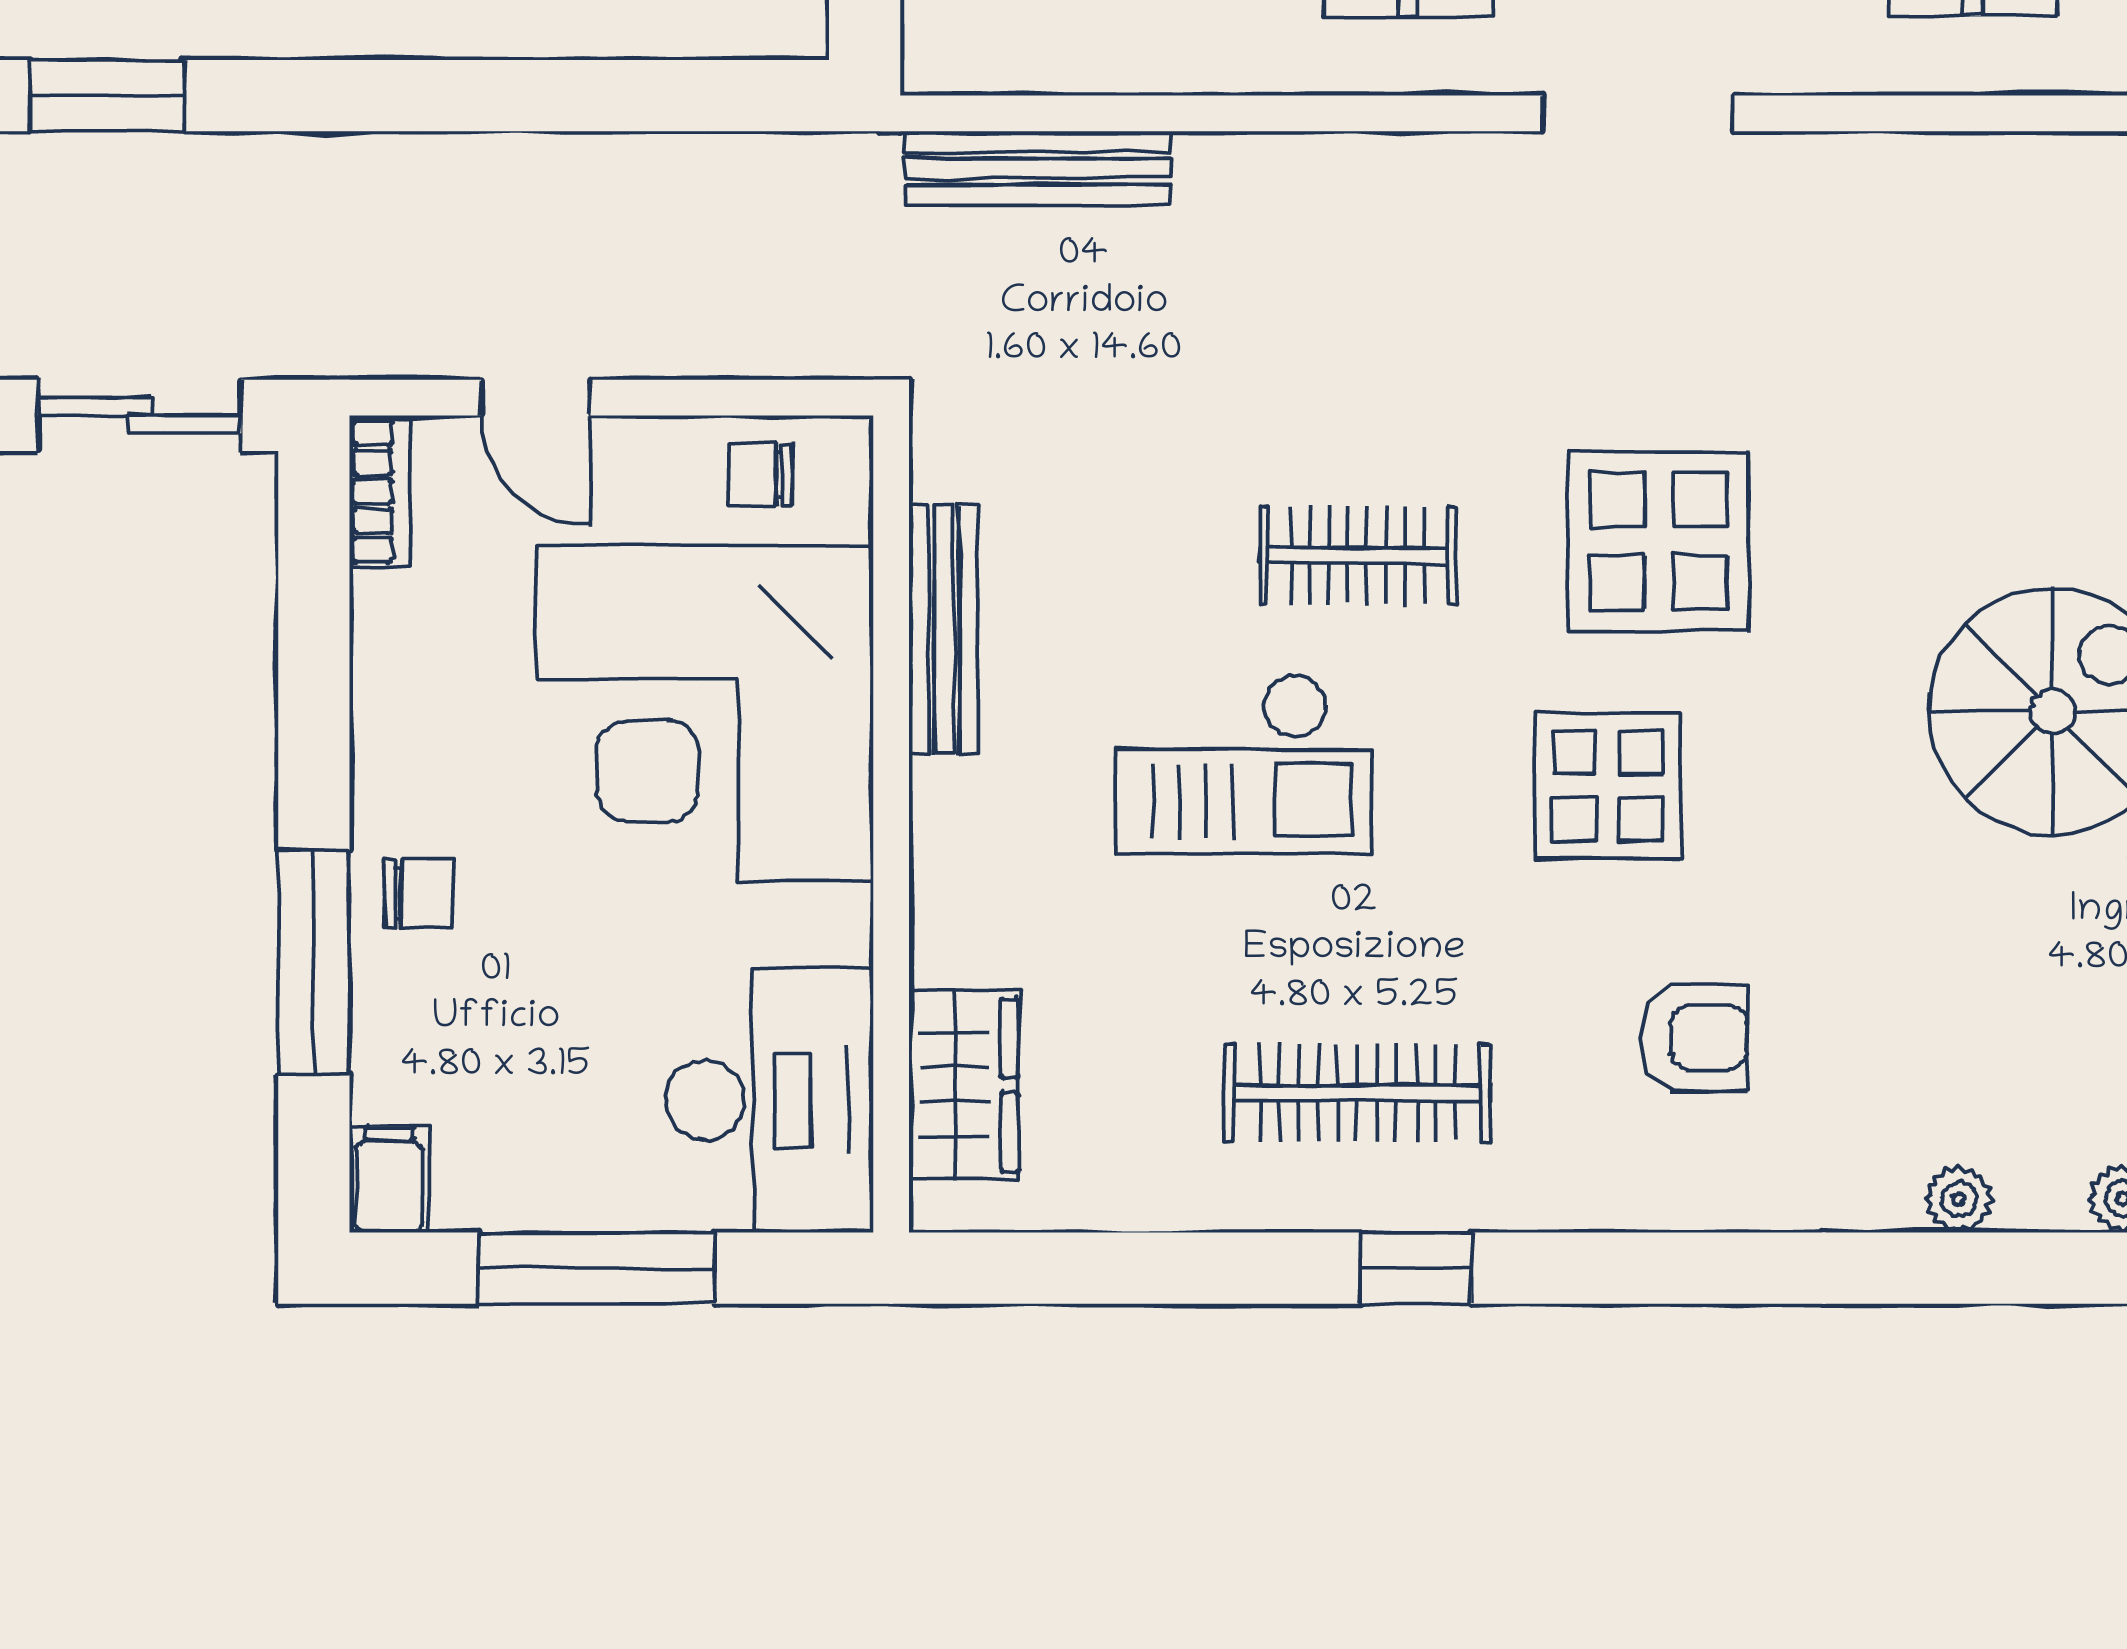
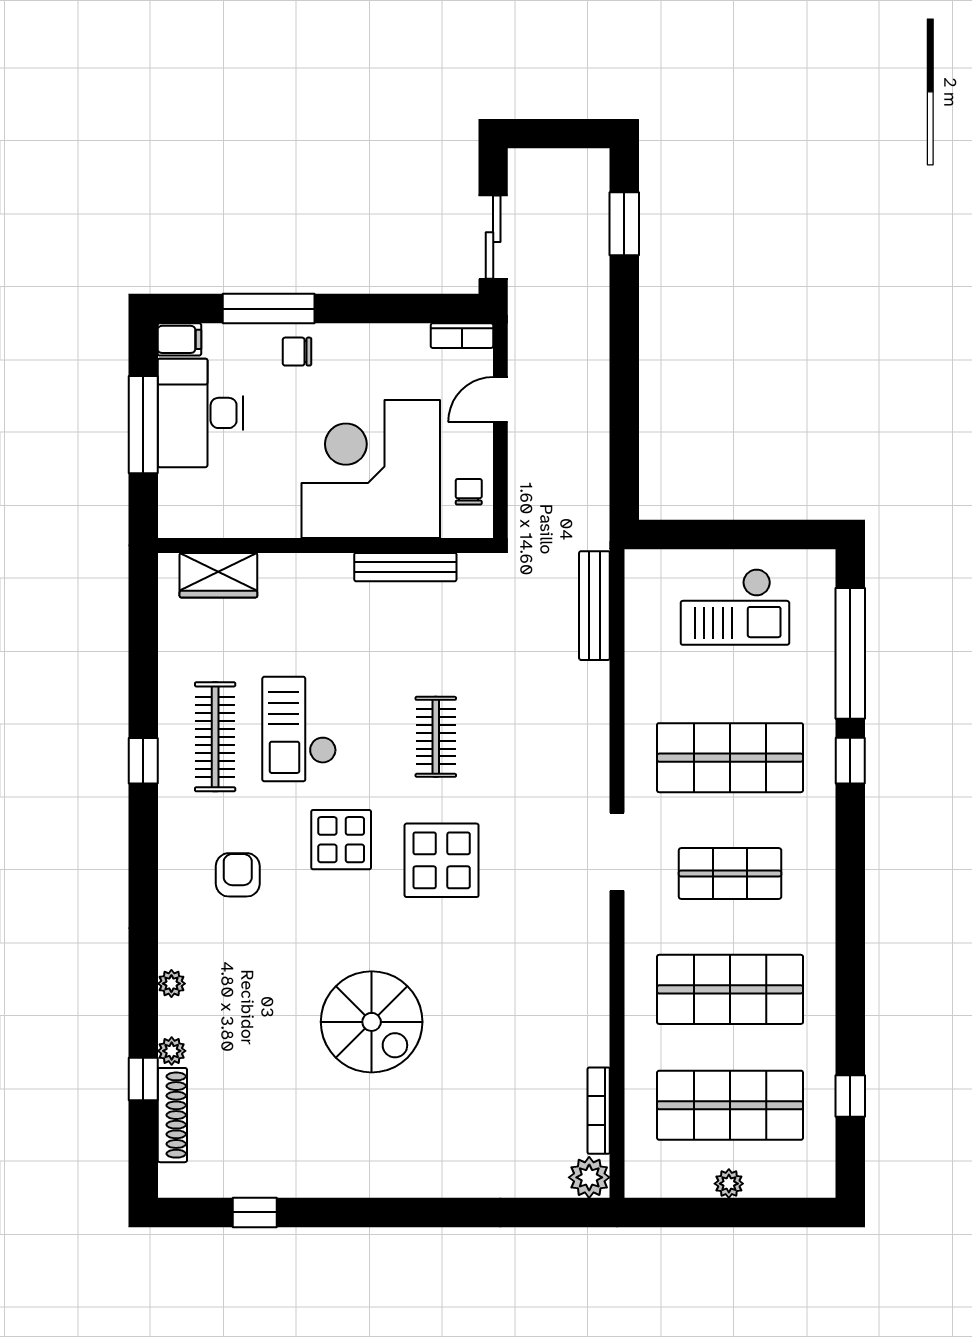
checkout: (1244, 764) -> (299, 729), moved
chair: (419, 893) -> (297, 352), turned 90
armchair: (1694, 1038) -> (238, 875), turned 180
desk: (769, 1100) -> (200, 413), moved, turned 90

